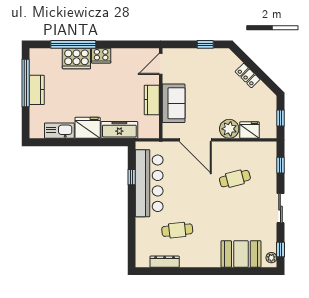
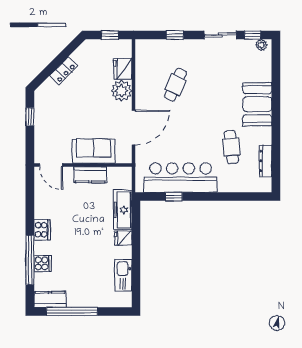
cooker: (76, 59) -> (43, 263), width x0.53, depth x0.76
kitchen counter: (37, 90) -> (50, 299), moved
fridge: (88, 128) -> (123, 238), width x0.53, depth x0.75
window: (280, 165) -> (175, 35), moved
cafe table: (235, 179) -> (176, 85), turned 39
sliding door: (280, 208) -> (220, 35), moved
booth: (241, 254) -> (257, 104), moved

